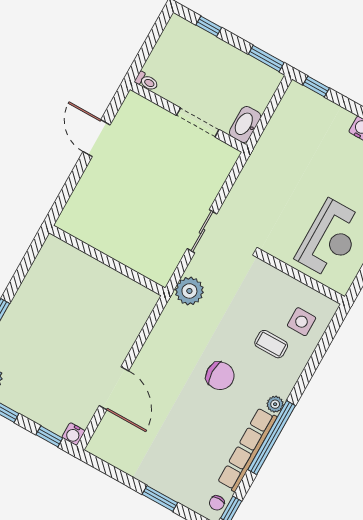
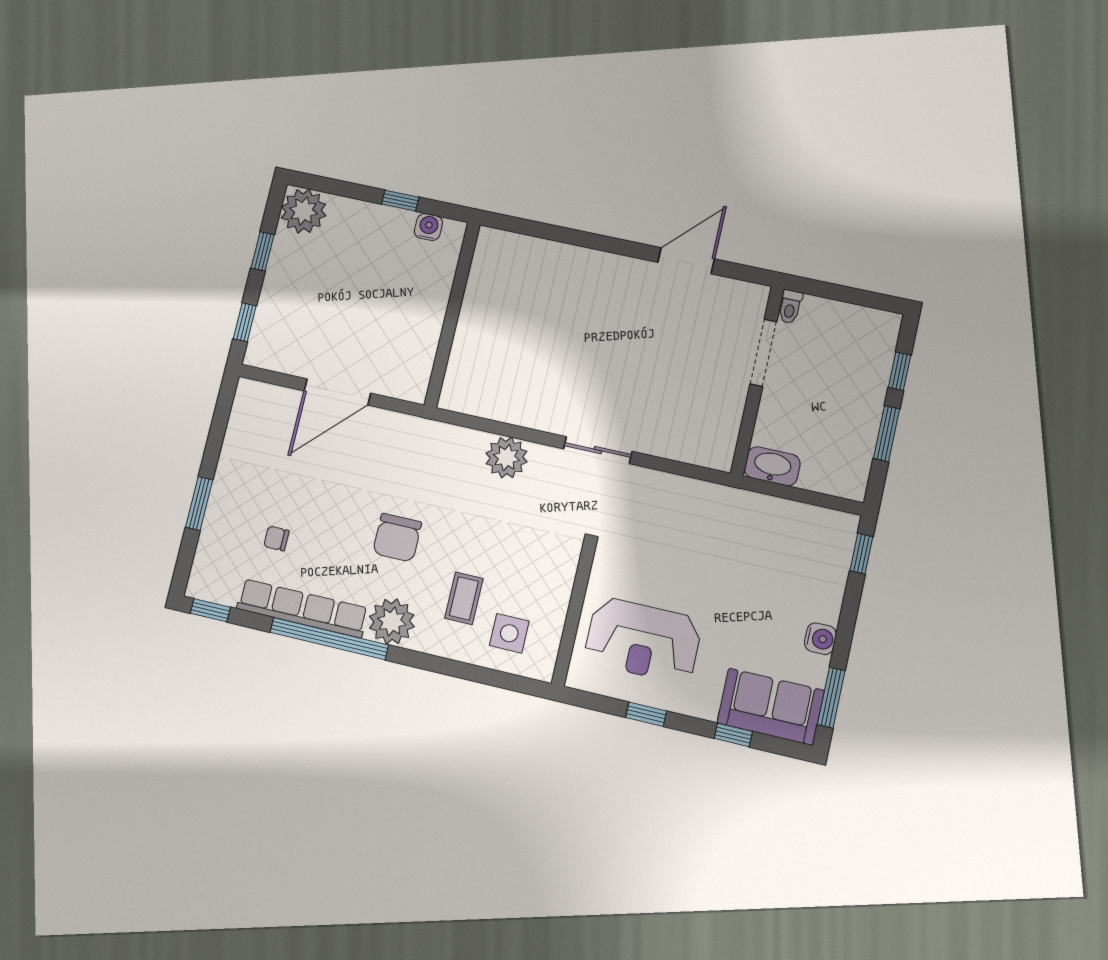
window: (266, 58) -> (886, 434), moved
doorway: (198, 123) -> (763, 353), moved
wall: (107, 261) -> (452, 315), moved
plant: (275, 404) -> (392, 621), width x1.88, depth x1.88
water cooler: (73, 434) -> (428, 227), moved, turned 90
chair: (217, 503) -> (276, 538), moved

